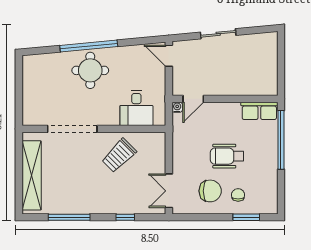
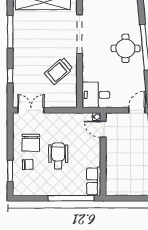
desk: (136, 108) -> (96, 95), moved
trolley: (119, 155) -> (59, 71), turned -85

